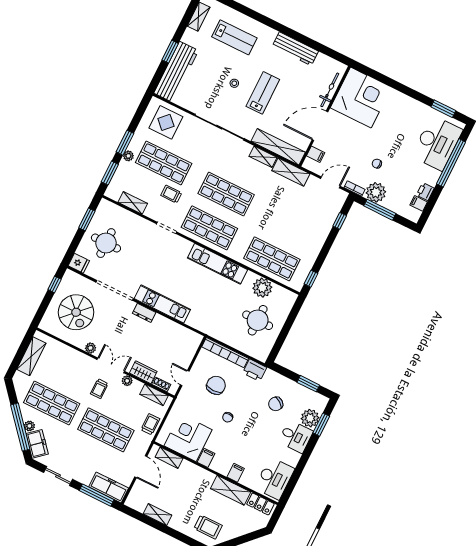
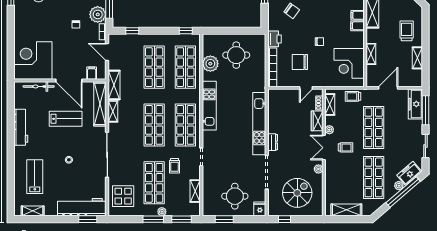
window: (170, 52) -> (88, 219), moved
lab bench: (263, 93) -> (66, 119), moved, turned 180
shop shelf: (289, 225) -> (154, 67), added
kitchen unit: (162, 304) -> (259, 124), width x1.36
shelving: (169, 458) -> (371, 54), moved
filing cabinet: (206, 458) -> (357, 26), moved
trolley: (208, 527) -> (407, 31), moved

